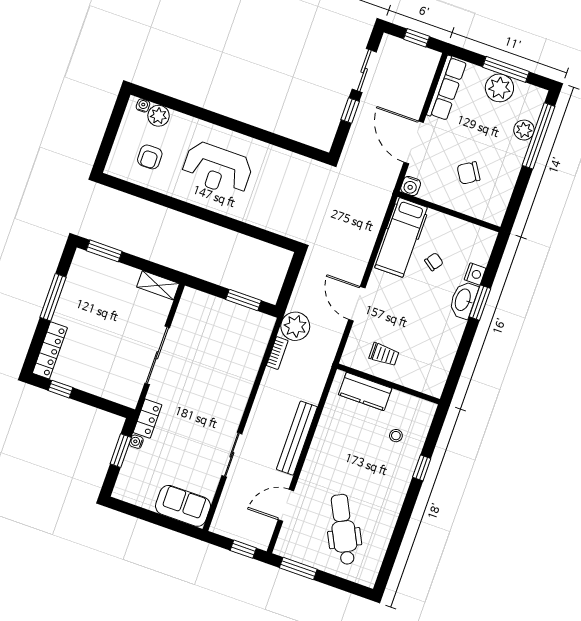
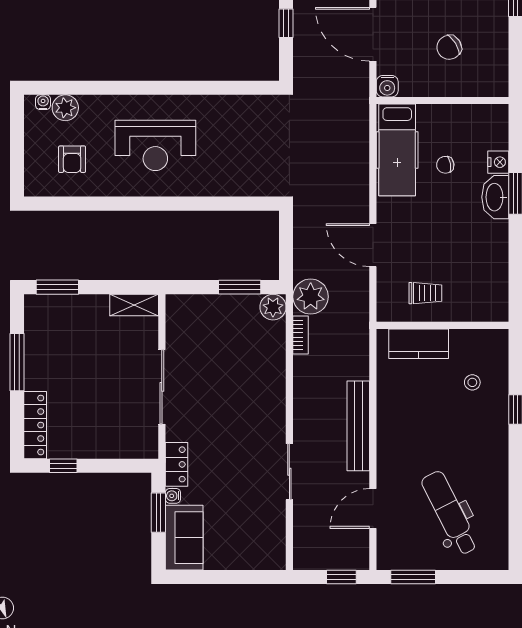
chair: (434, 262) -> (445, 165), turned -136
plant: (264, 324) -> (273, 307), added
sofa: (183, 506) -> (184, 538), moved, turned 90

